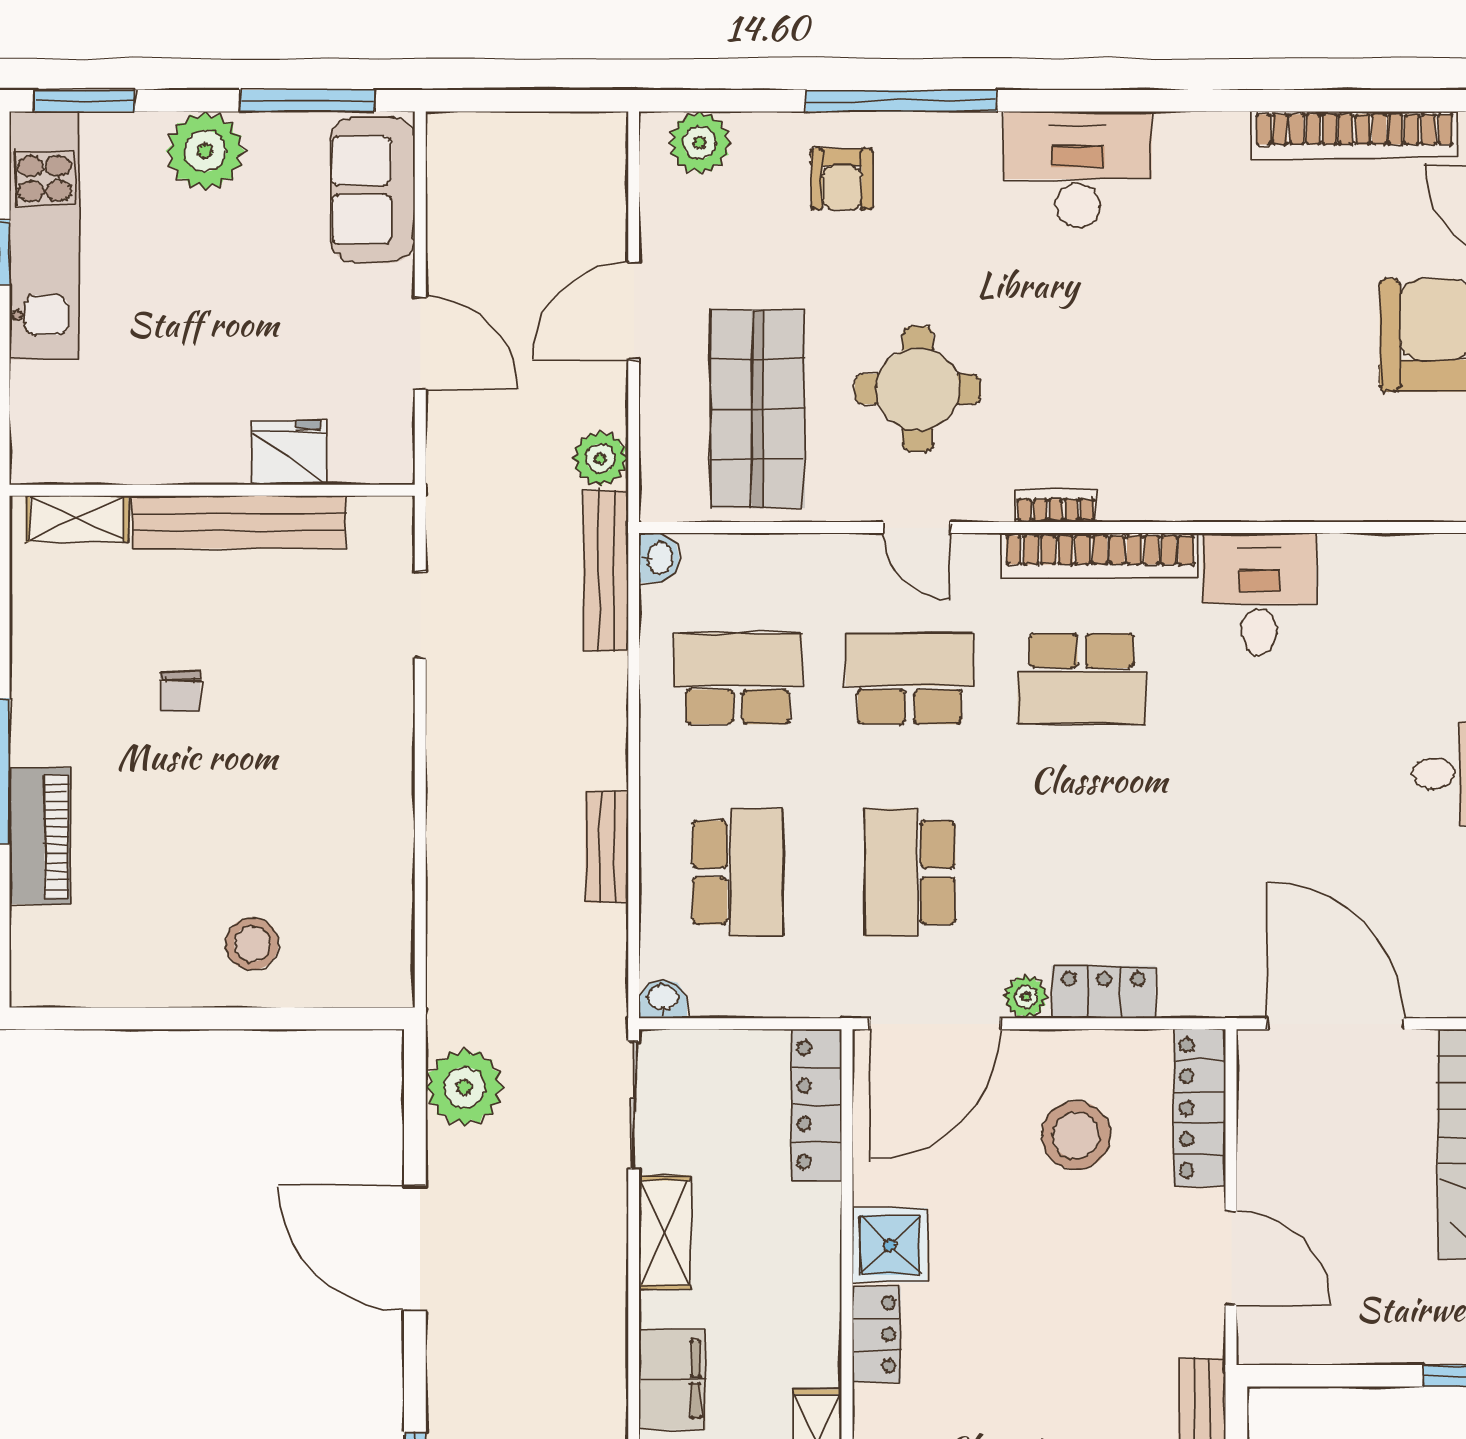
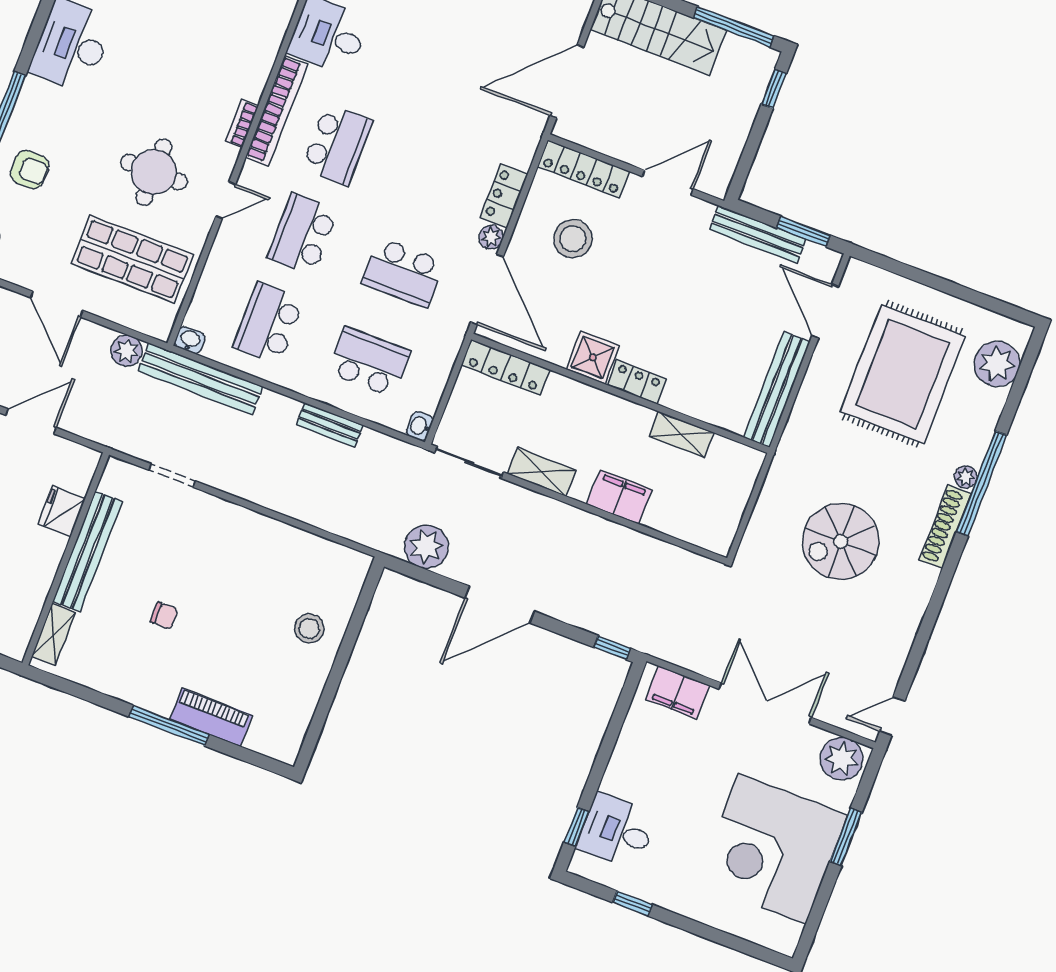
bench: (606, 571) -> (200, 379), width x1.37, depth x1.21

